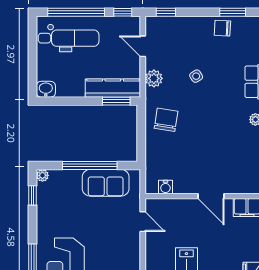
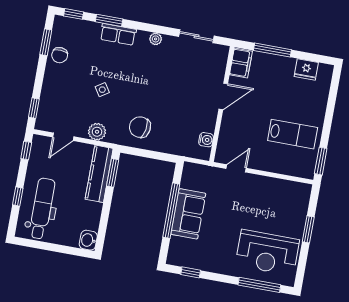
window: (76, 12) -> (18, 197), width x0.32
plant: (42, 175) -> (173, 259), removed
sofa: (106, 183) -> (188, 214), moved

